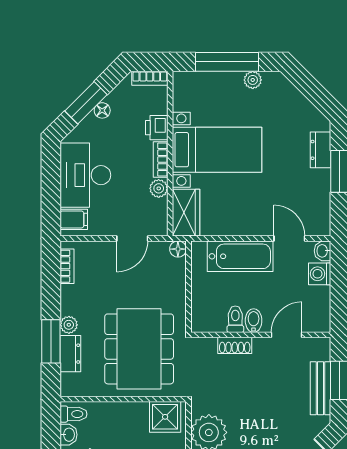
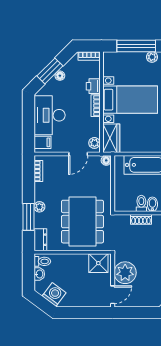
plant: (159, 188) -> (94, 143), moved
dresser: (70, 354) -> (40, 240), moved

